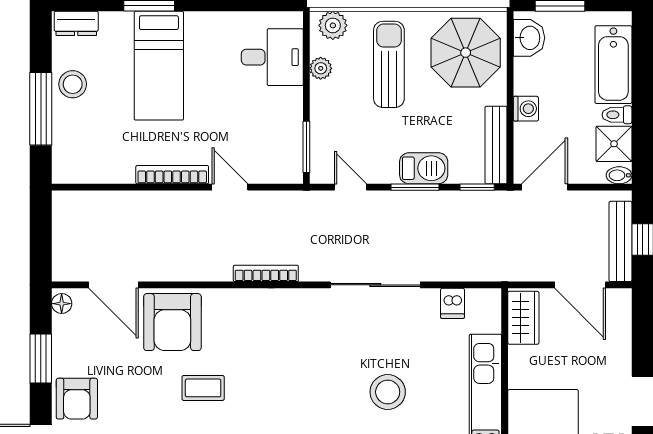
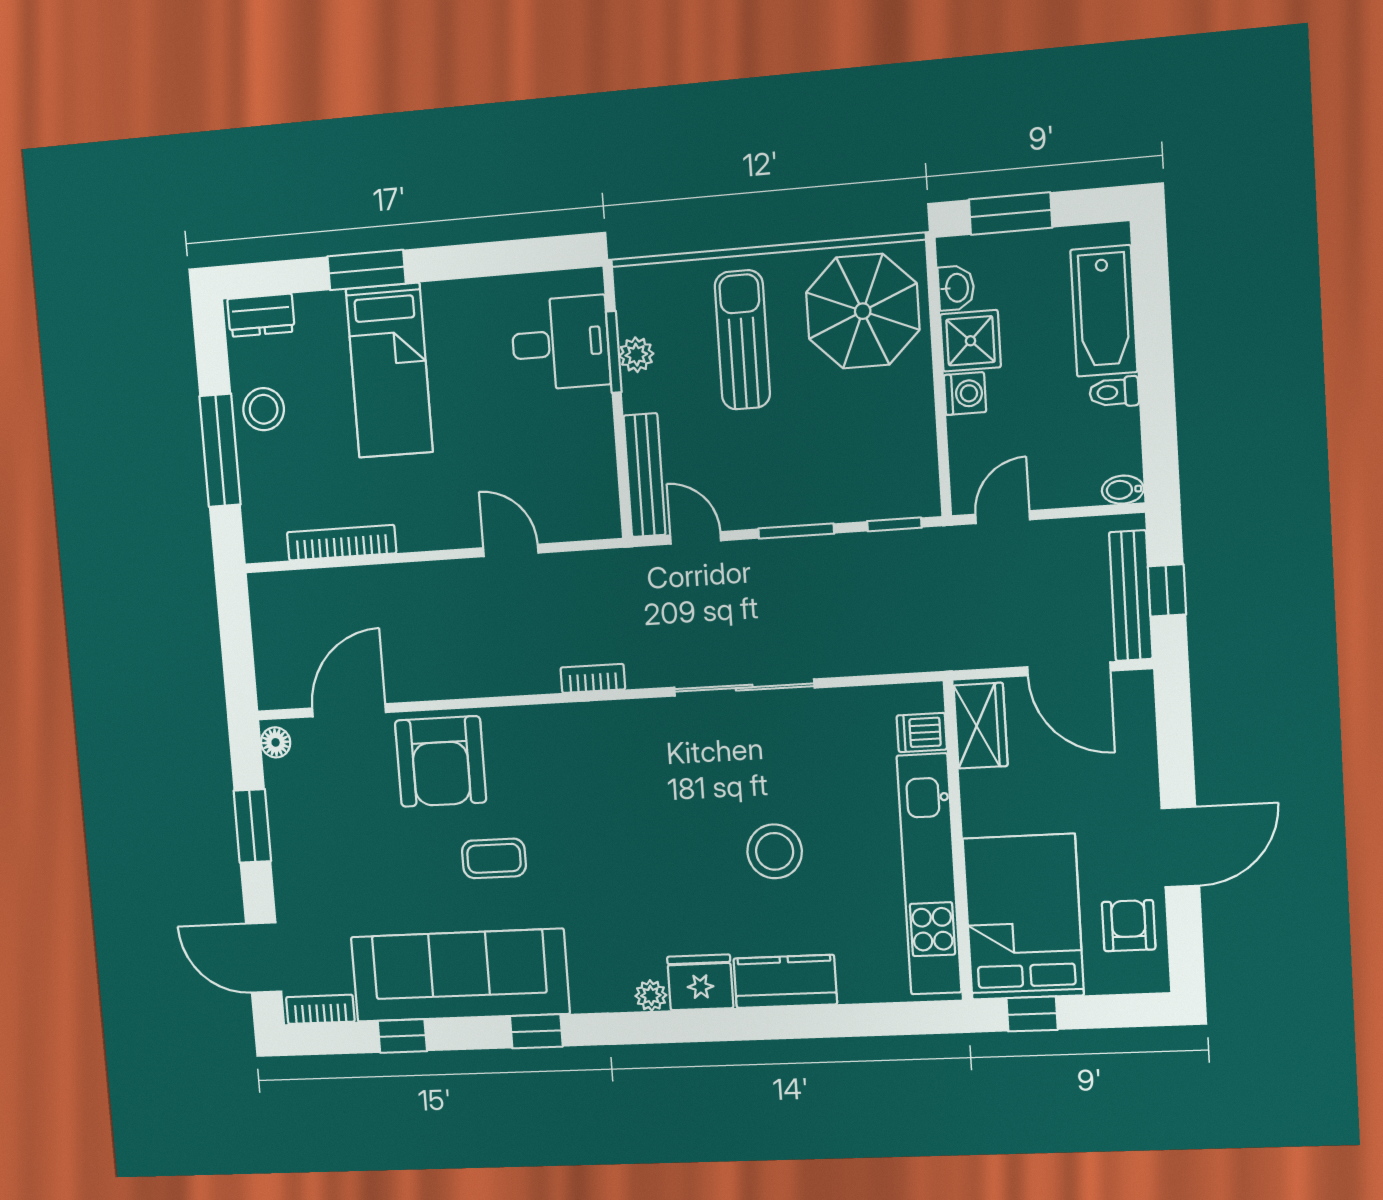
plant: (333, 25) -> (650, 285), removed
washbasin: (529, 38) -> (956, 288), width x0.72, depth x0.69
shower: (614, 144) -> (970, 341), moved
bench: (496, 145) -> (645, 475), moved
window: (306, 147) -> (614, 352), moved
barbecue: (424, 168) -> (808, 500), removed
bookcase: (172, 175) -> (342, 543), moved
door: (545, 187) -> (1003, 517), width x0.73
bookcase: (266, 273) -> (593, 678), width x0.64
door: (113, 285) -> (349, 710), swing flipped
dishwasher: (453, 303) -> (922, 732), moved, turned 90
armchair: (77, 399) -> (310, 883), removed

